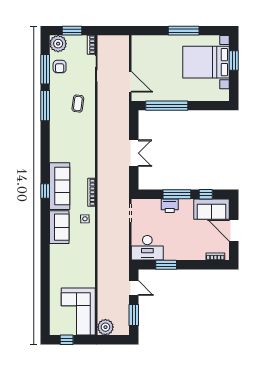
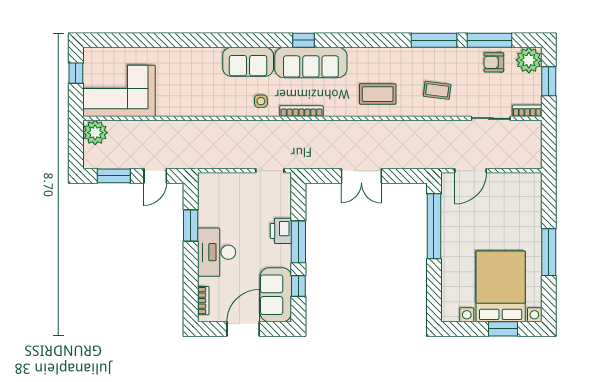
coffee table: (80, 142) -> (378, 94), added
desk: (147, 248) -> (217, 252), moved

